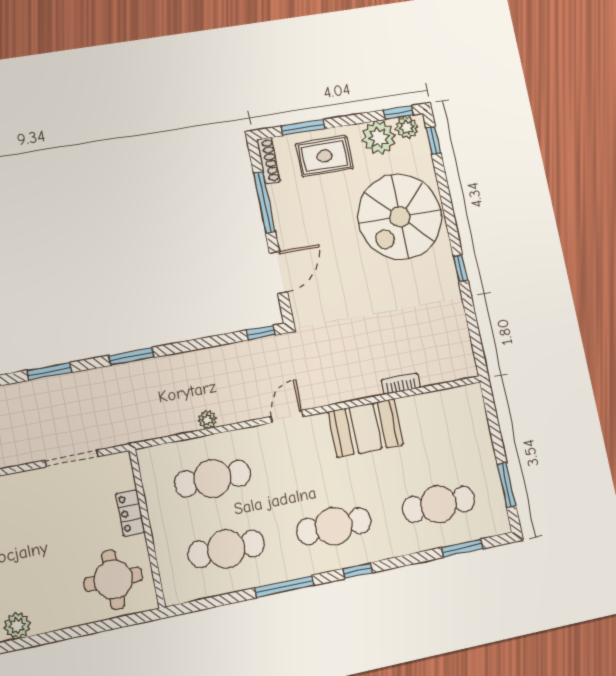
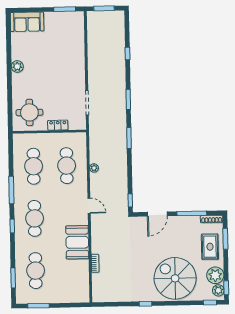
door: (279, 273) -> (157, 214), hinge flipped

